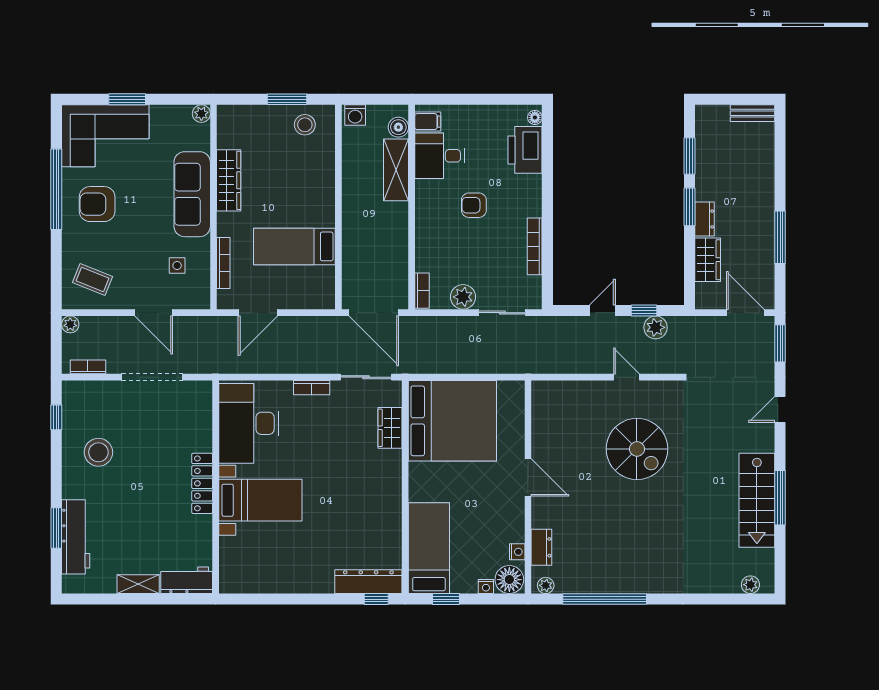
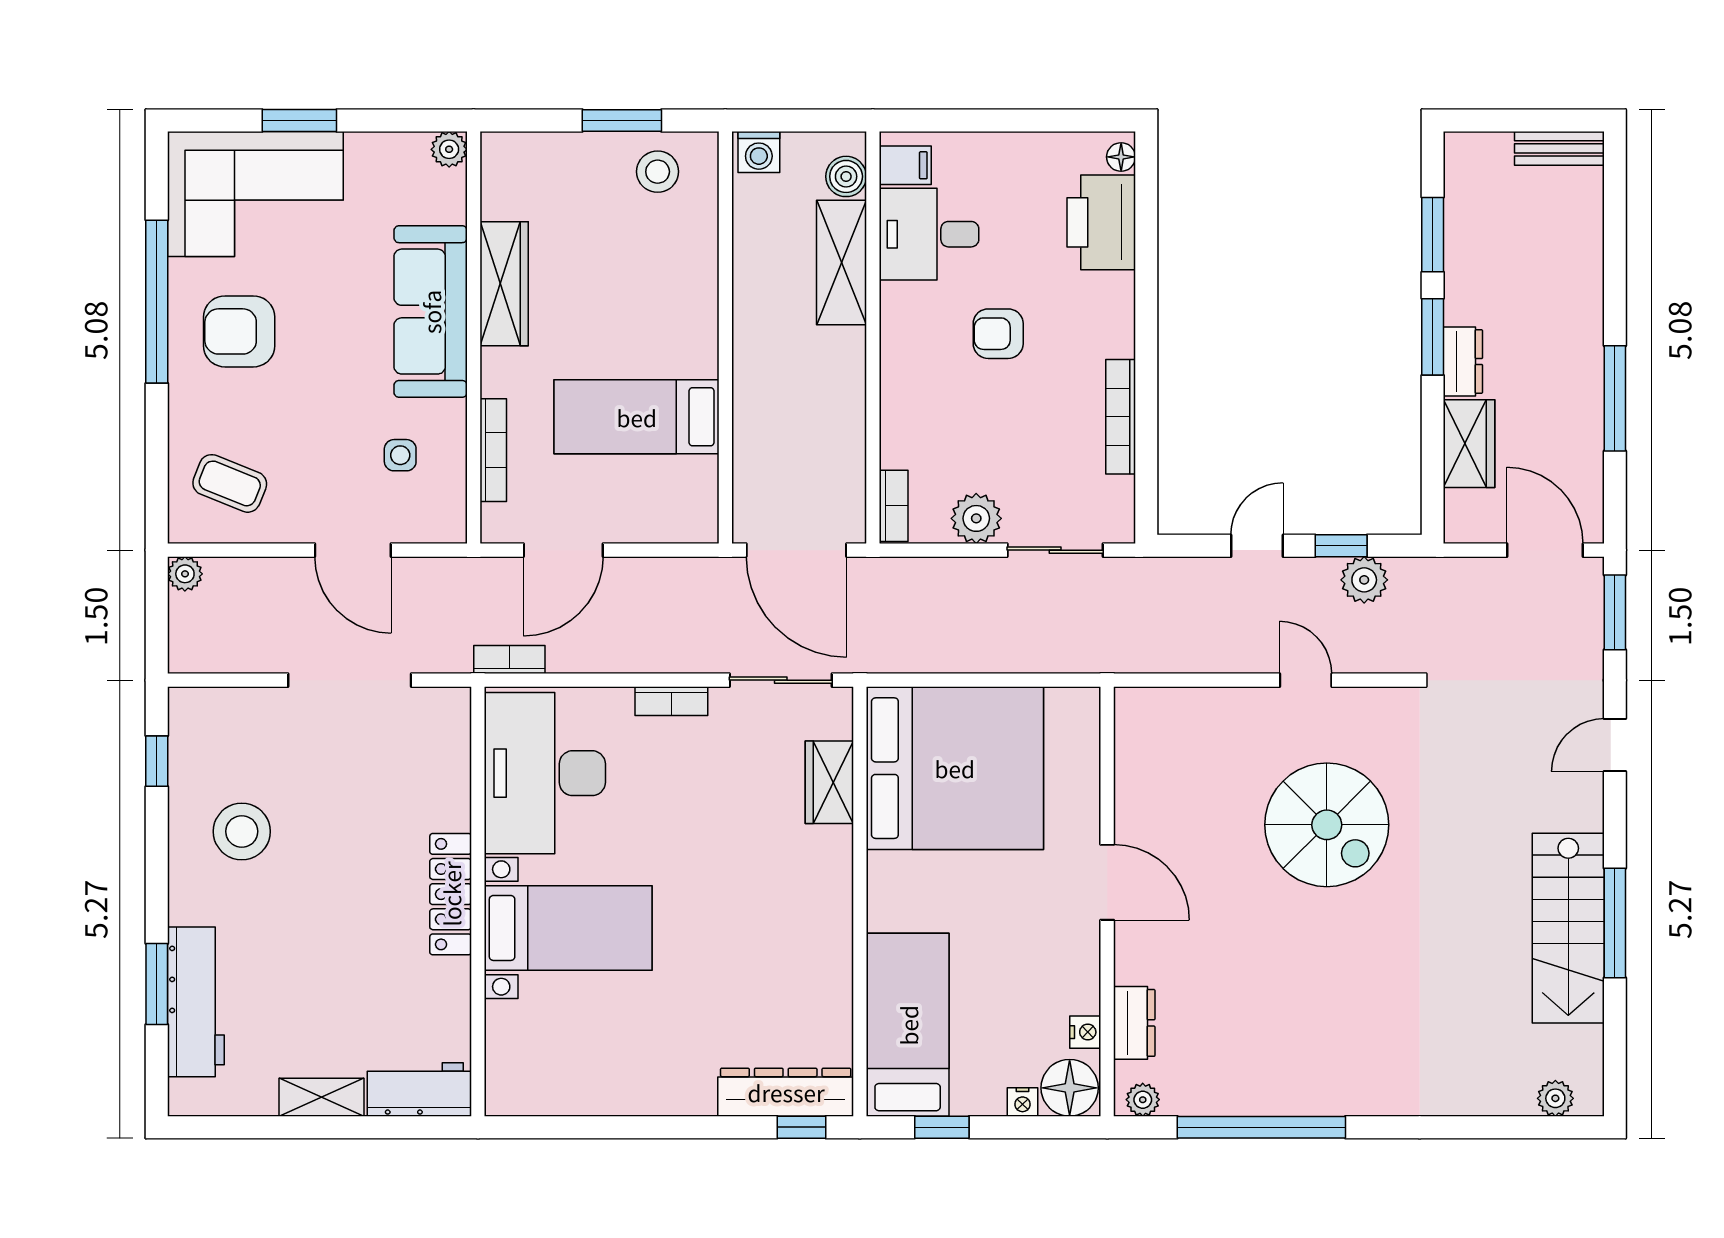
bookcase: (88, 367) -> (509, 659), moved

